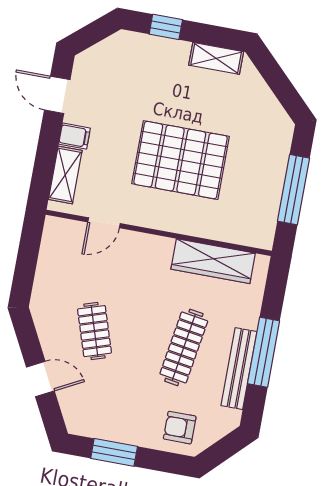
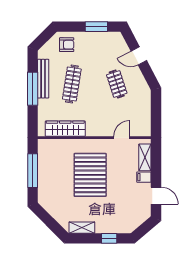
pallet: (181, 160) -> (90, 175), turned 90

